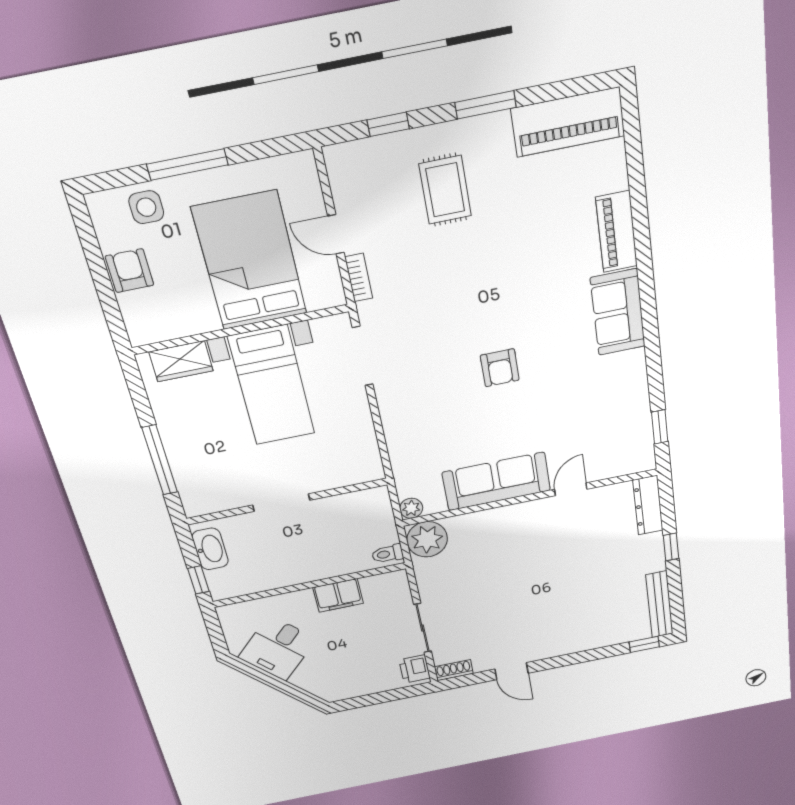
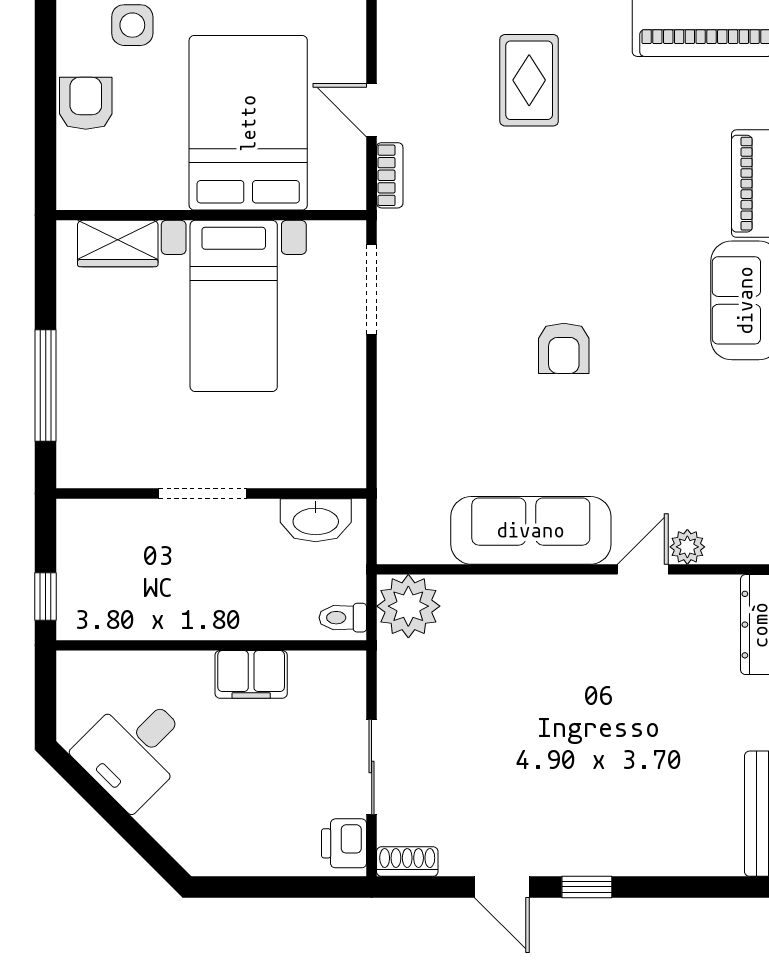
plant: (411, 508) -> (687, 547), moved
washbasin: (210, 549) -> (316, 520), moved, turned 90
window: (644, 644) -> (587, 887), moved

